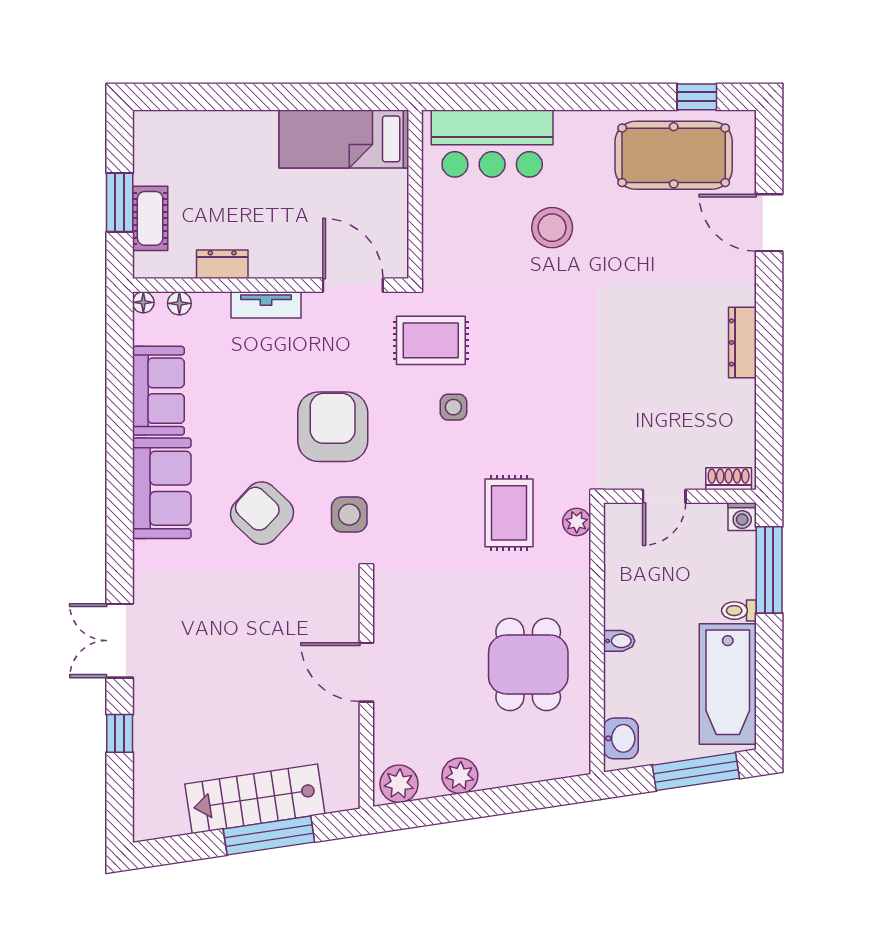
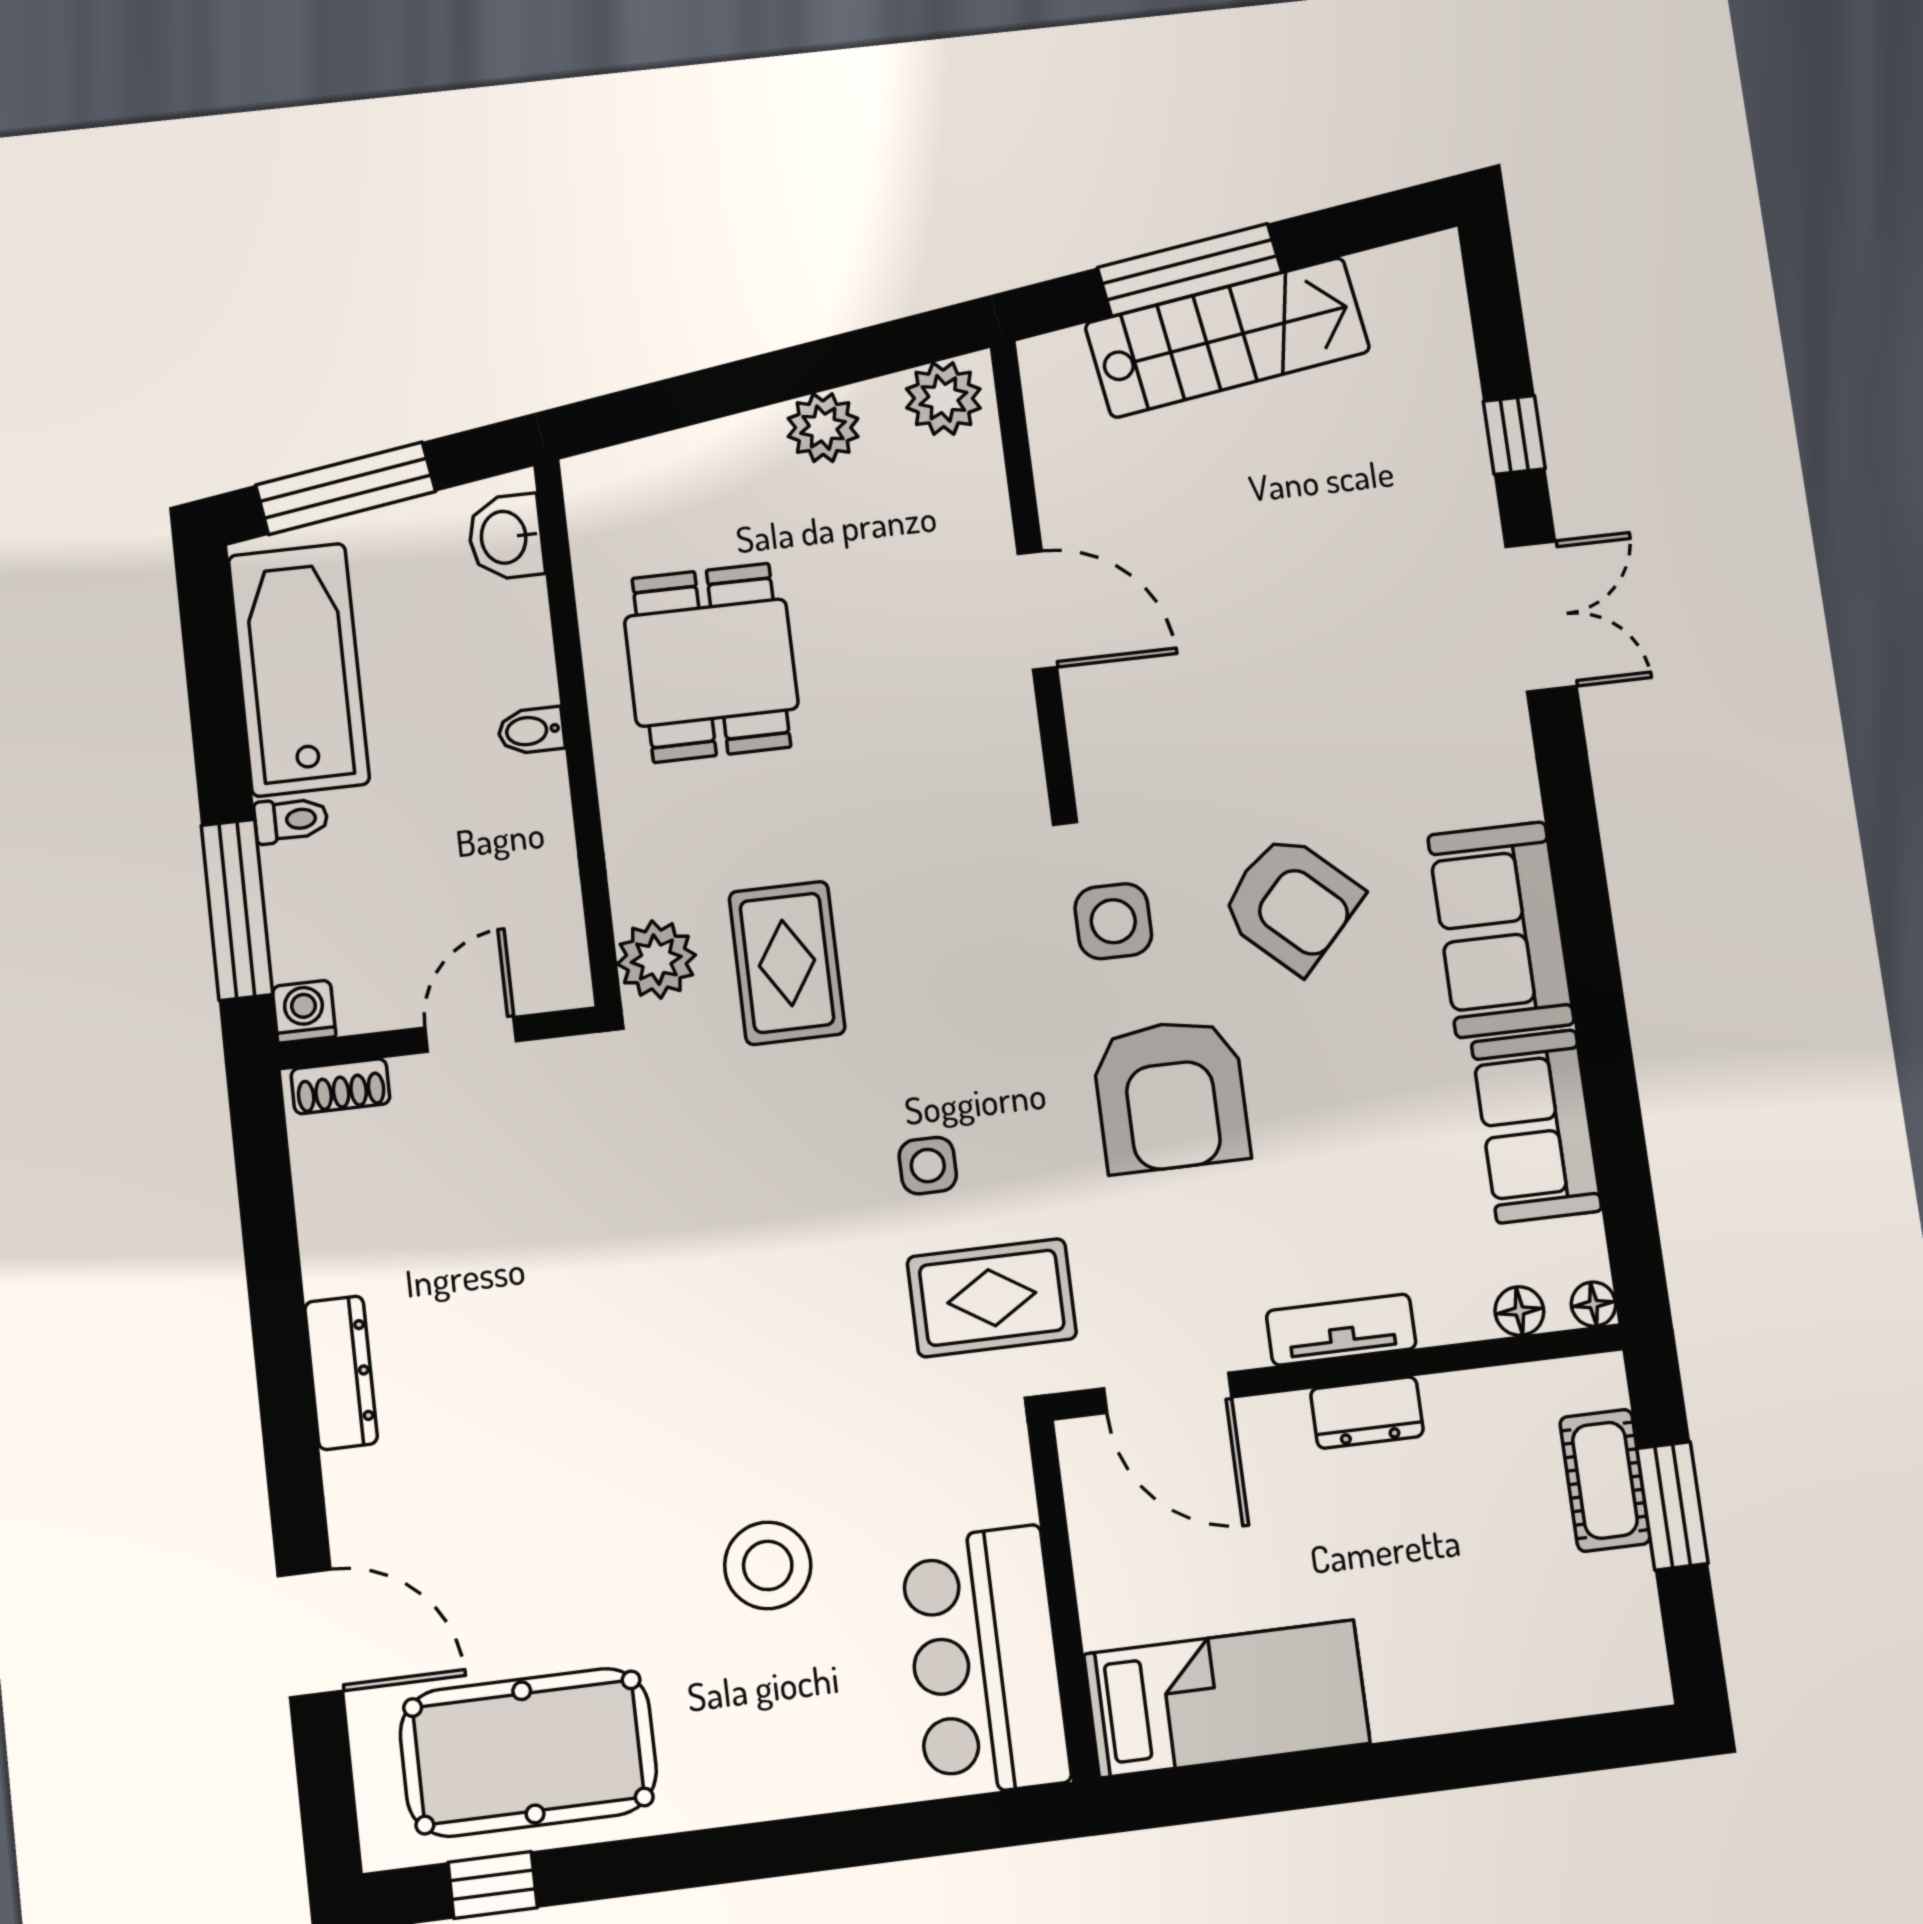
bar counter: (492, 143) -> (985, 1661), moved, turned -90
dresser: (222, 264) -> (1367, 1413), moved
plant: (577, 522) -> (656, 959), width x1.38, depth x1.38

